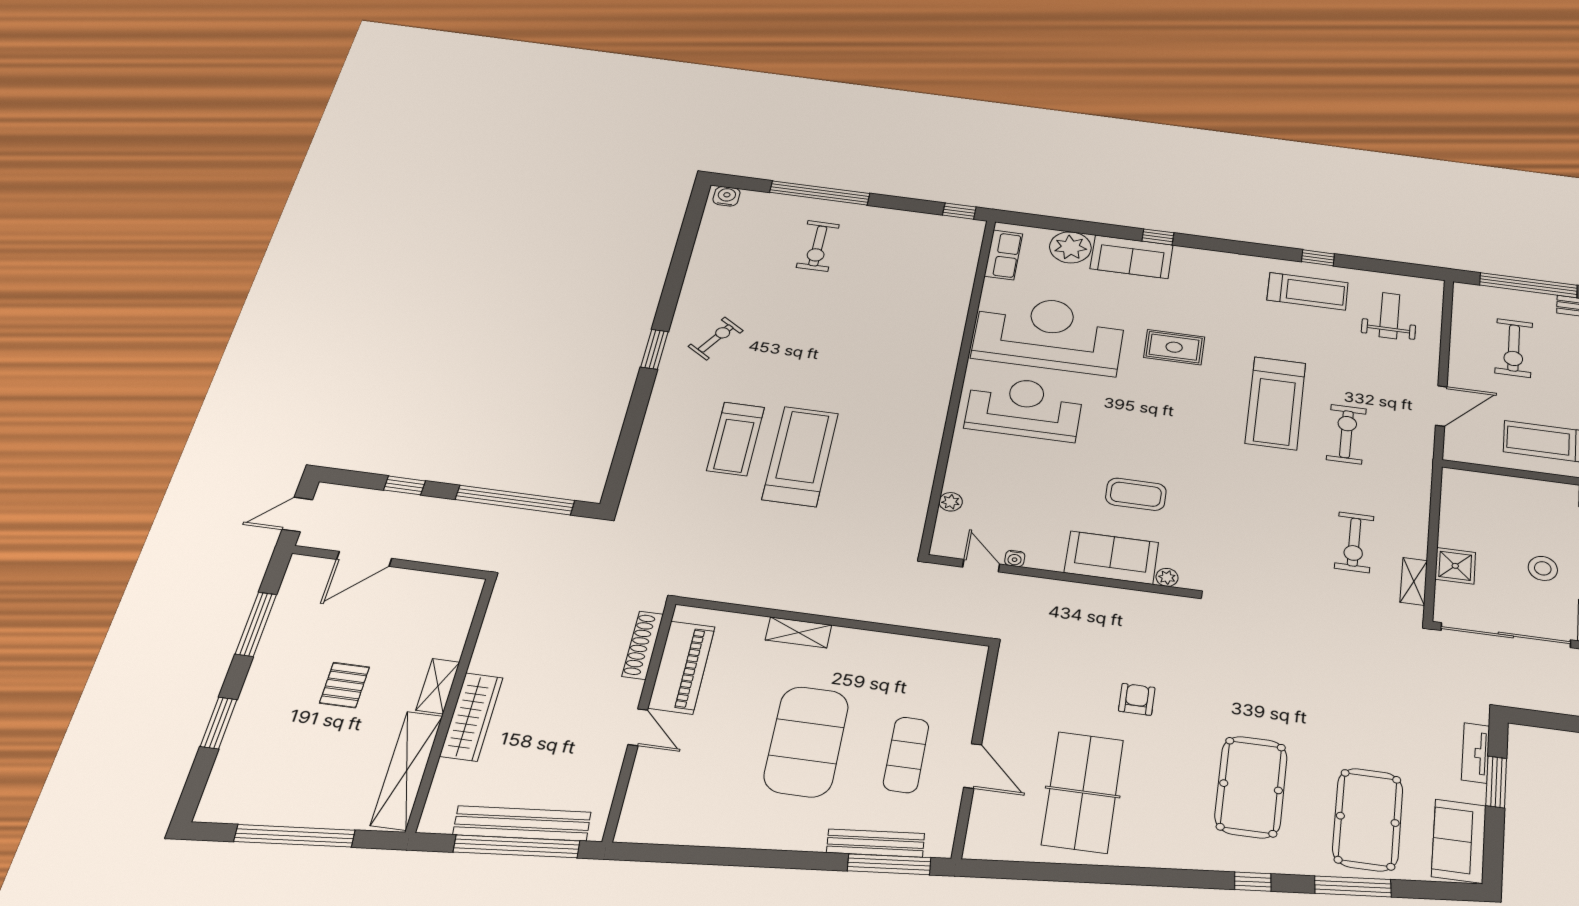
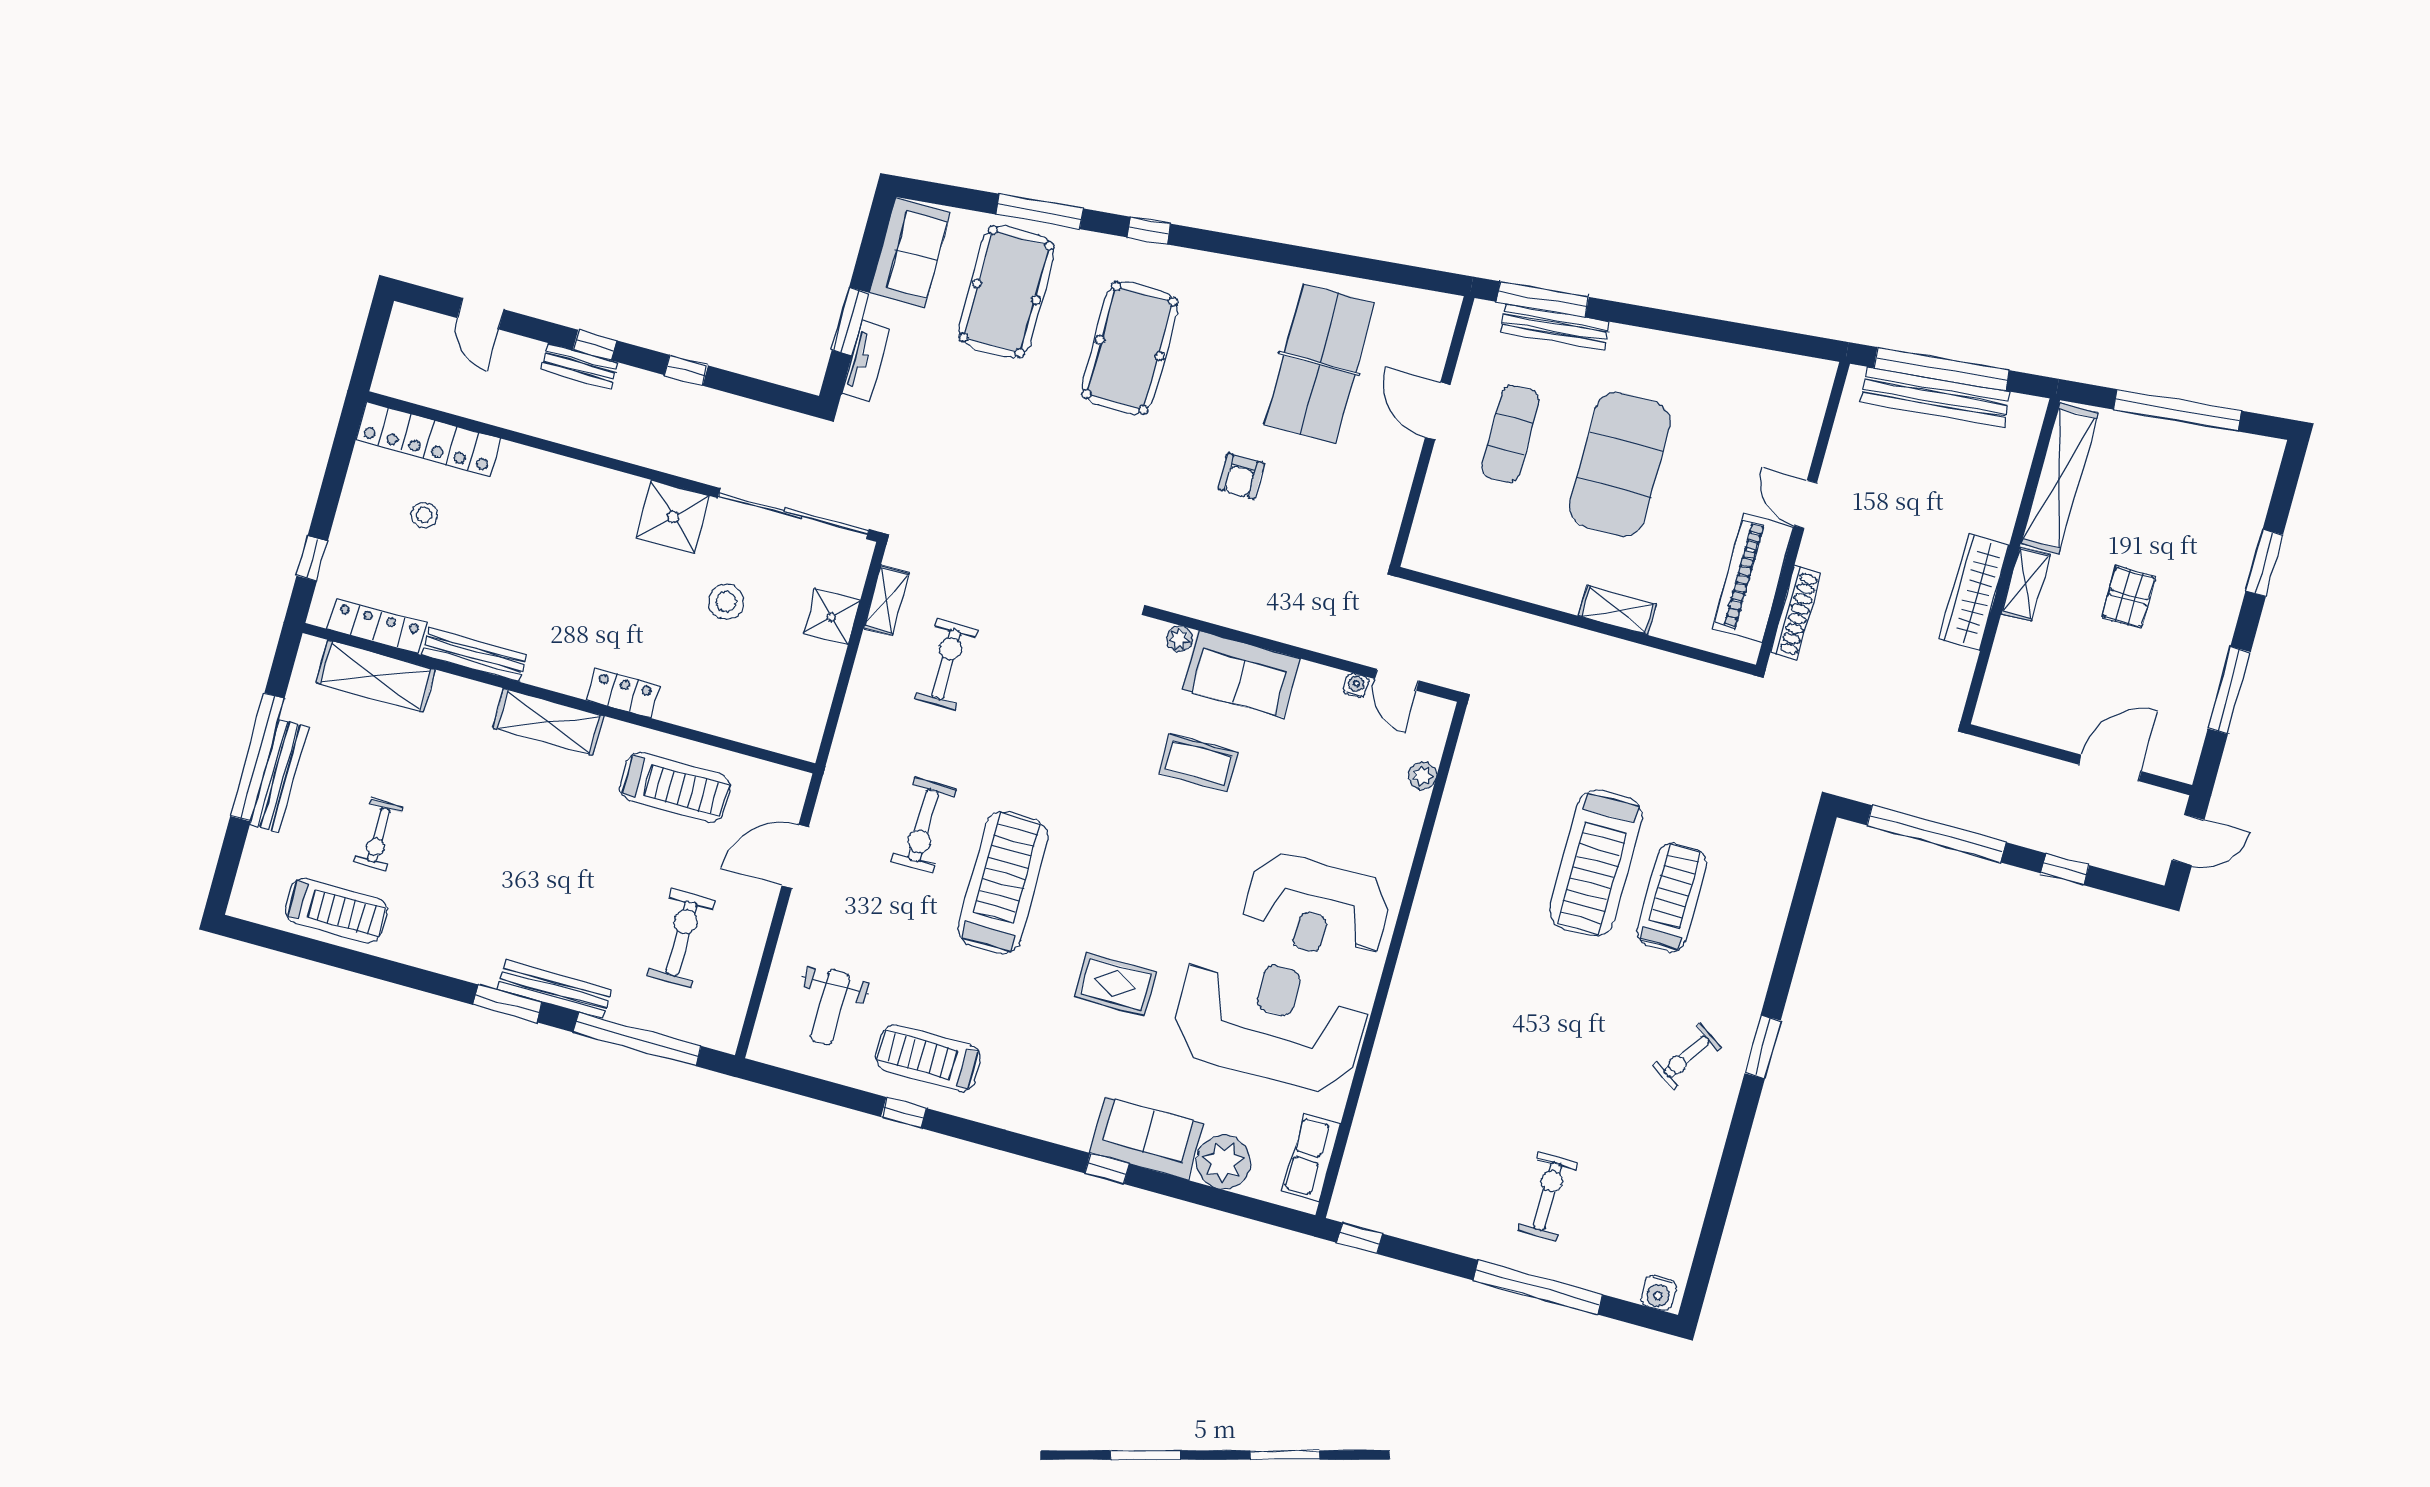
reception desk: (1049, 334) -> (1270, 1021), turned 180
wardrobe: (471, 717) -> (1974, 592), moved

